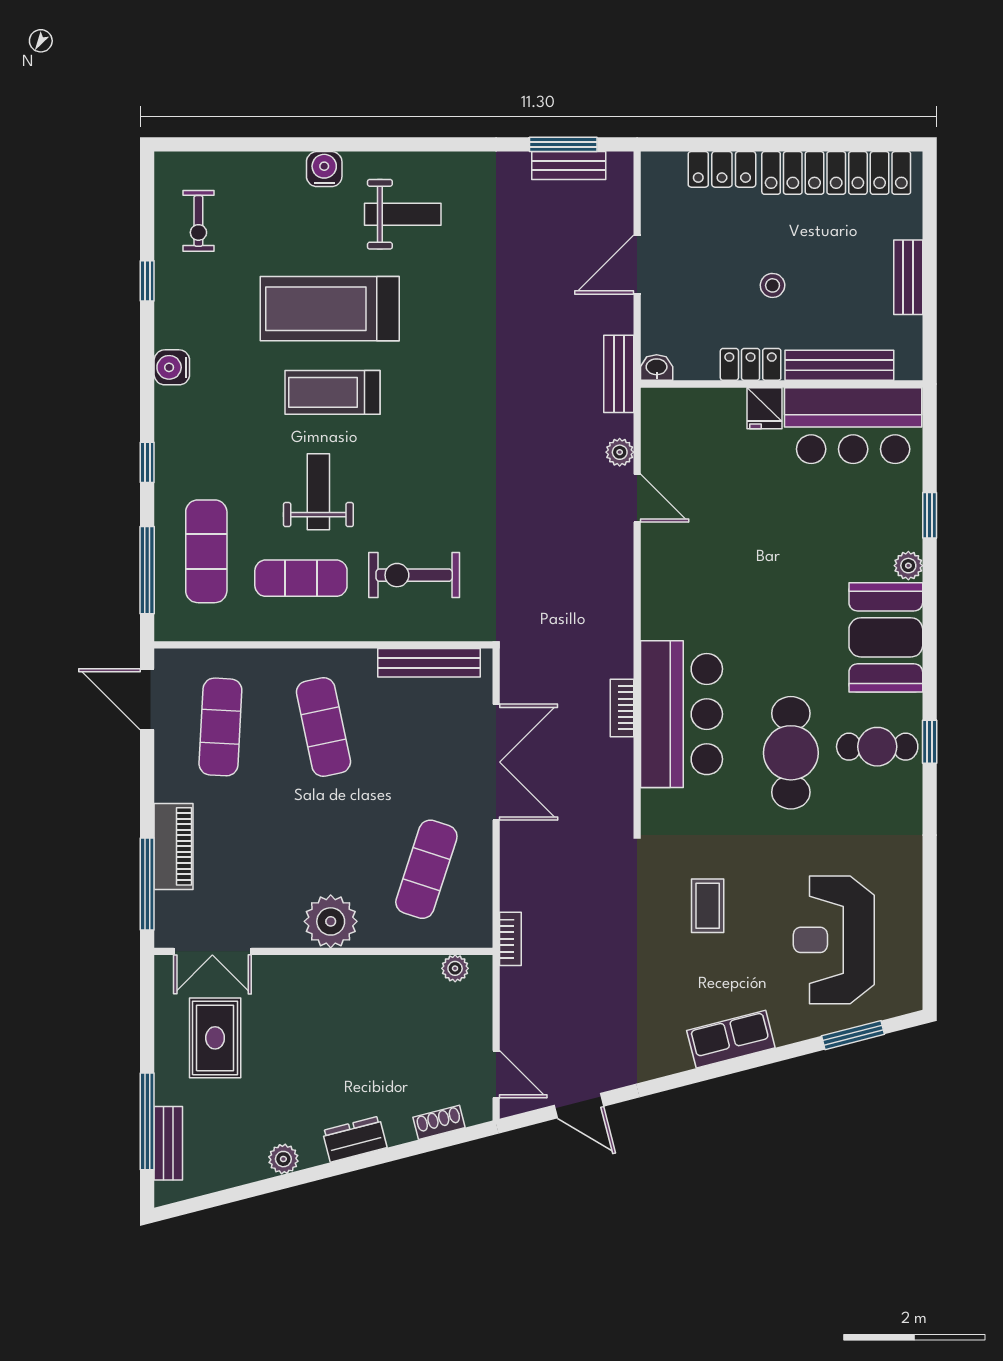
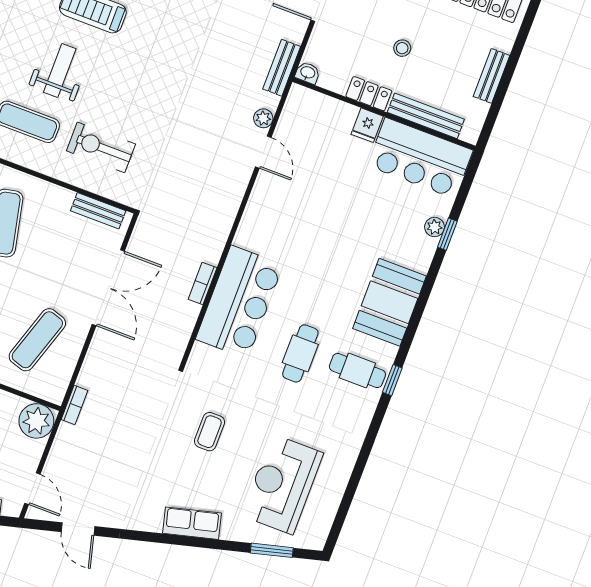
plant: (908, 566) -> (435, 227), moved
bench: (429, 663) -> (98, 211), width x0.73
cafe table: (791, 753) -> (300, 353), width x0.73, depth x0.74
plant: (455, 968) -> (36, 421), width x1.87, depth x1.87

